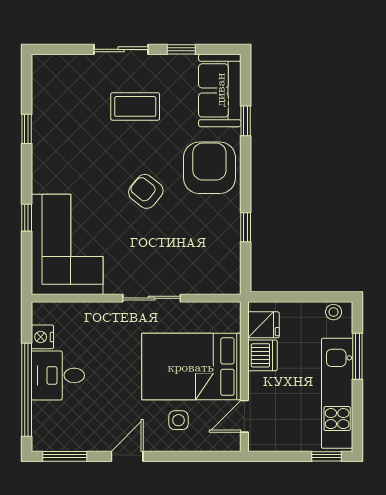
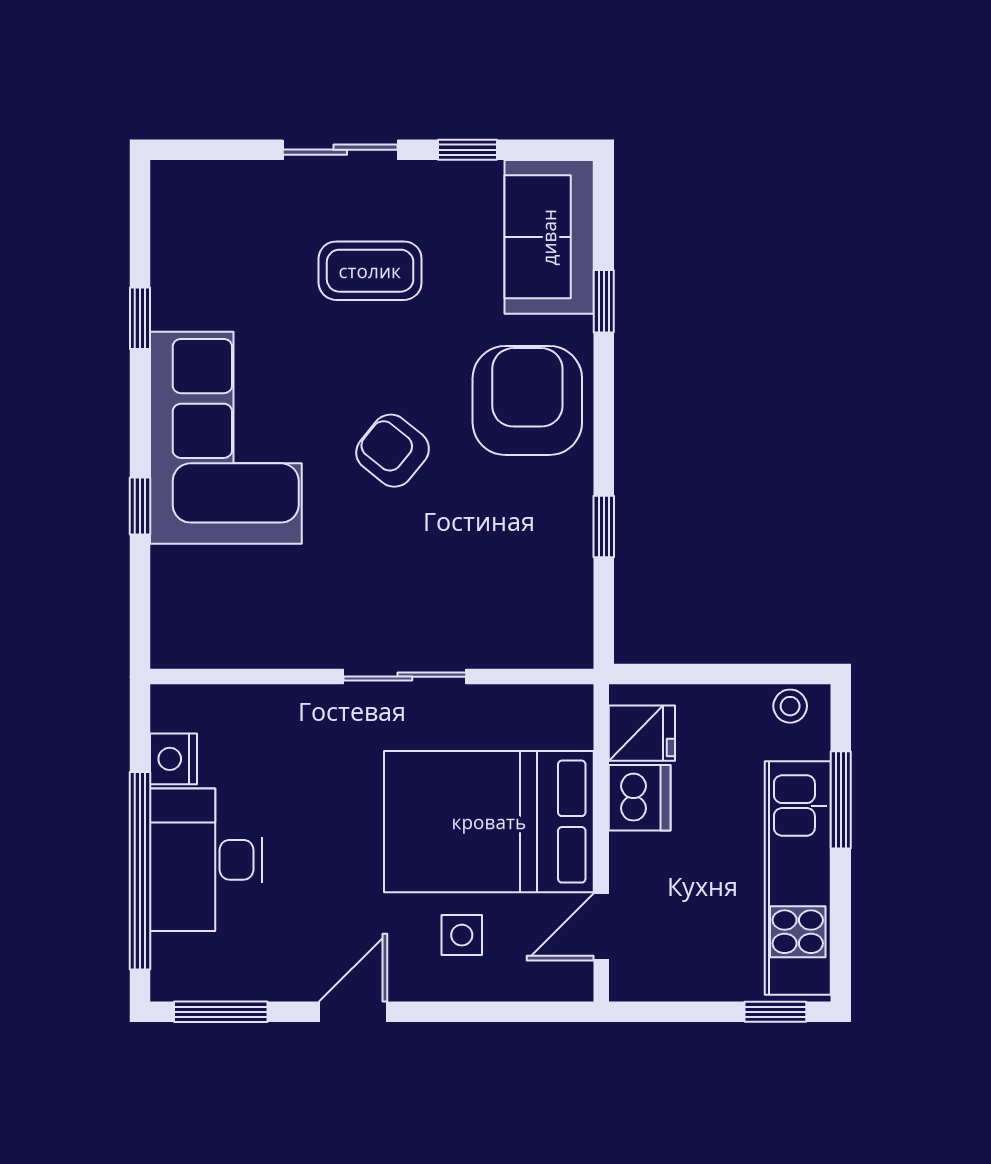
corner sofa: (67, 244) -> (226, 438), moved
desk: (58, 375) -> (206, 860), width x1.37

